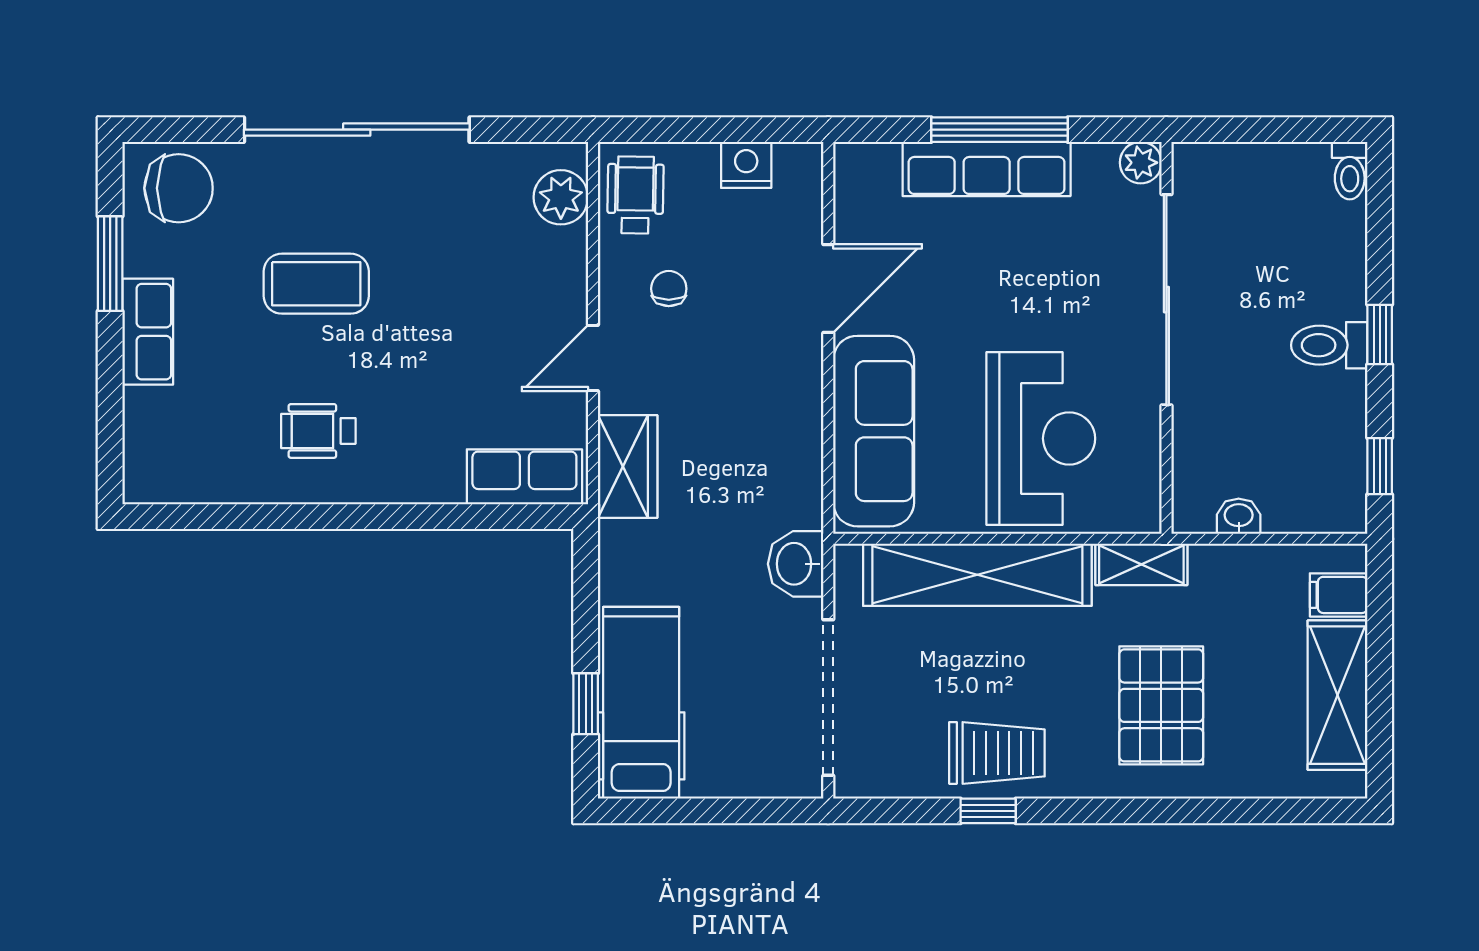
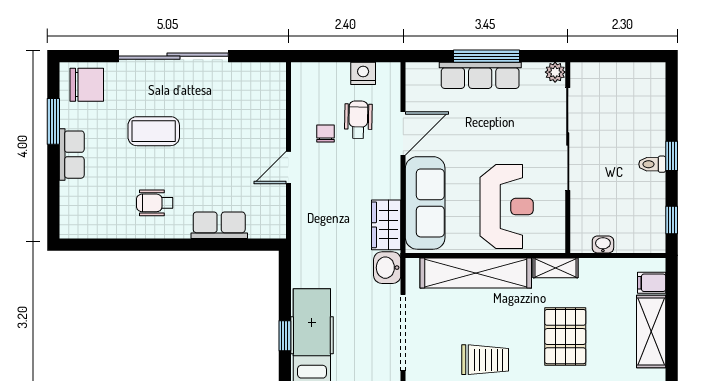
toilet: (1350, 171) -> (657, 76), removed
wheelchair: (635, 195) -> (358, 120), moved
plant: (561, 197) -> (273, 89), removed
toilet: (1329, 345) -> (652, 164), width x0.73, depth x0.72
wardrobe: (628, 467) -> (386, 225), moved, turned 180
row of seats: (524, 477) -> (219, 225), moved

